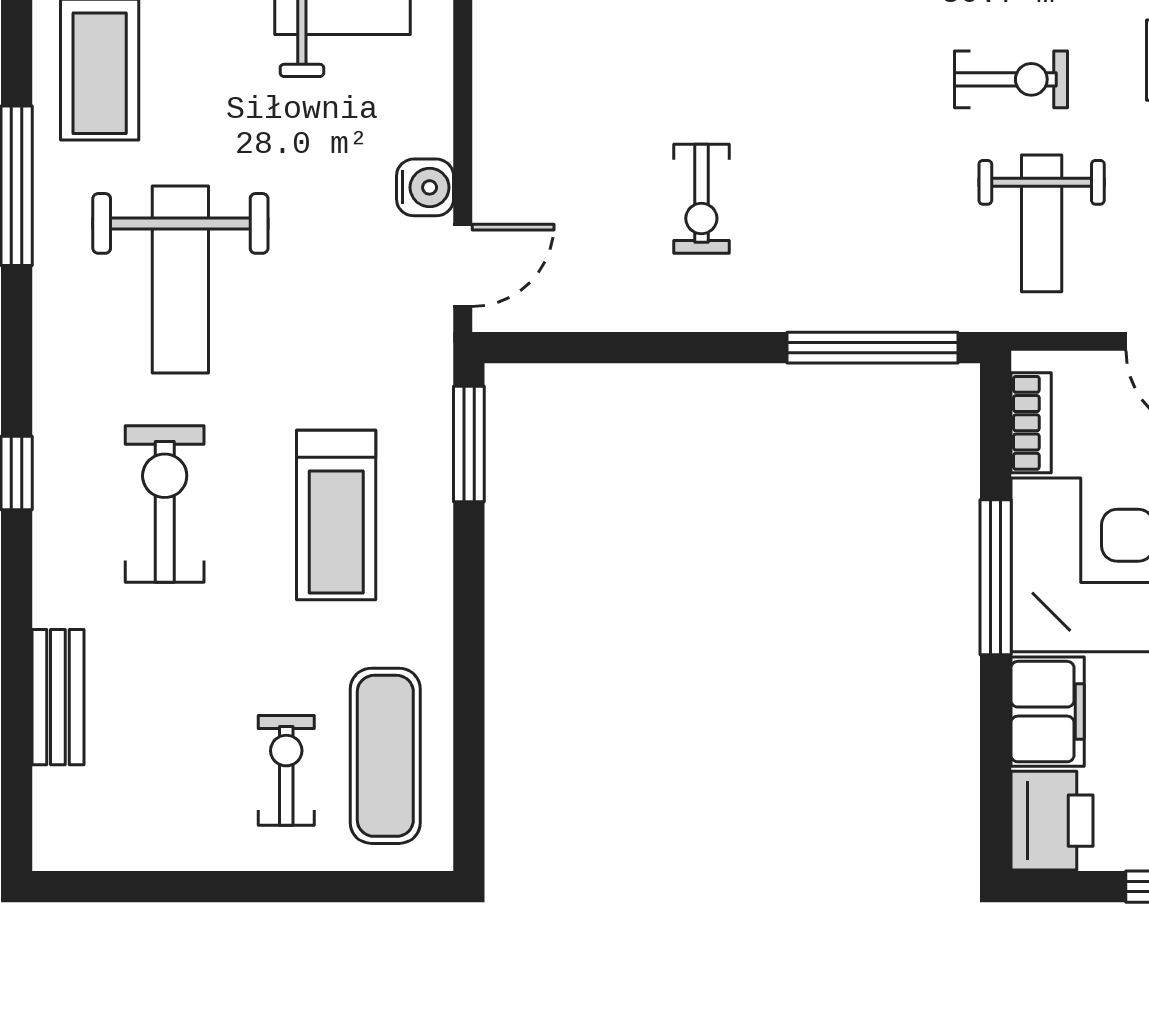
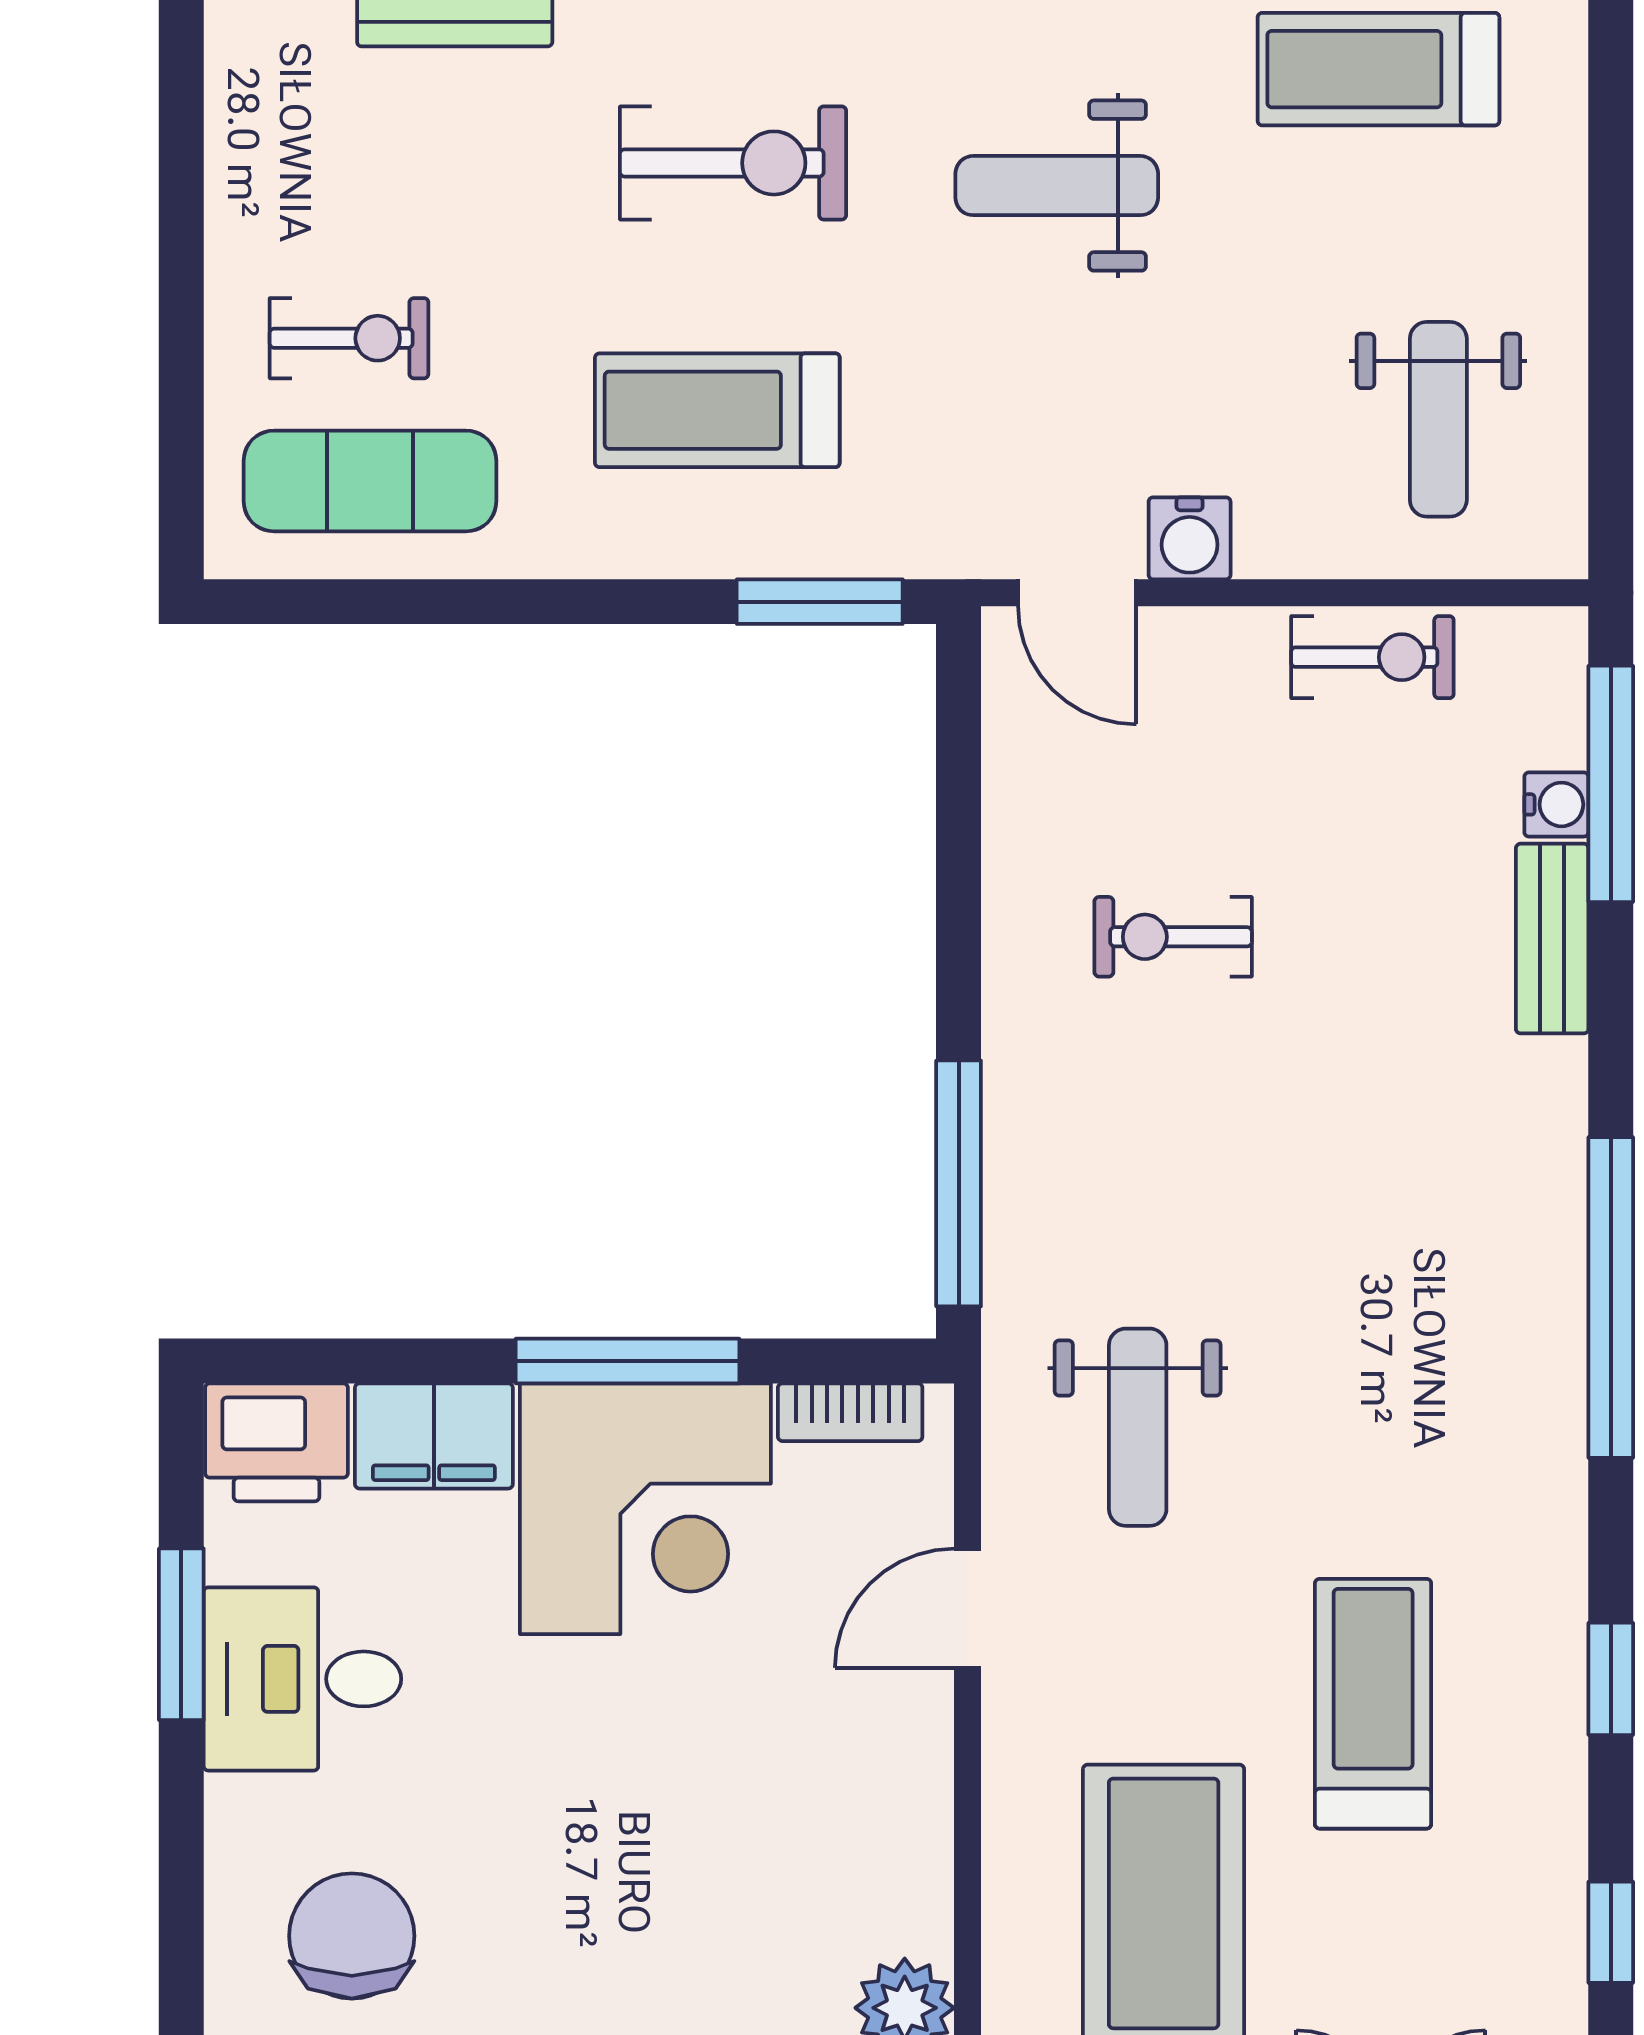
exercise bike: (1011, 79) -> (1372, 657), moved, turned -90
weight bench: (1042, 223) -> (1138, 1427), turned -90
weight bench: (180, 280) -> (1057, 186), width x0.73, depth x0.75

